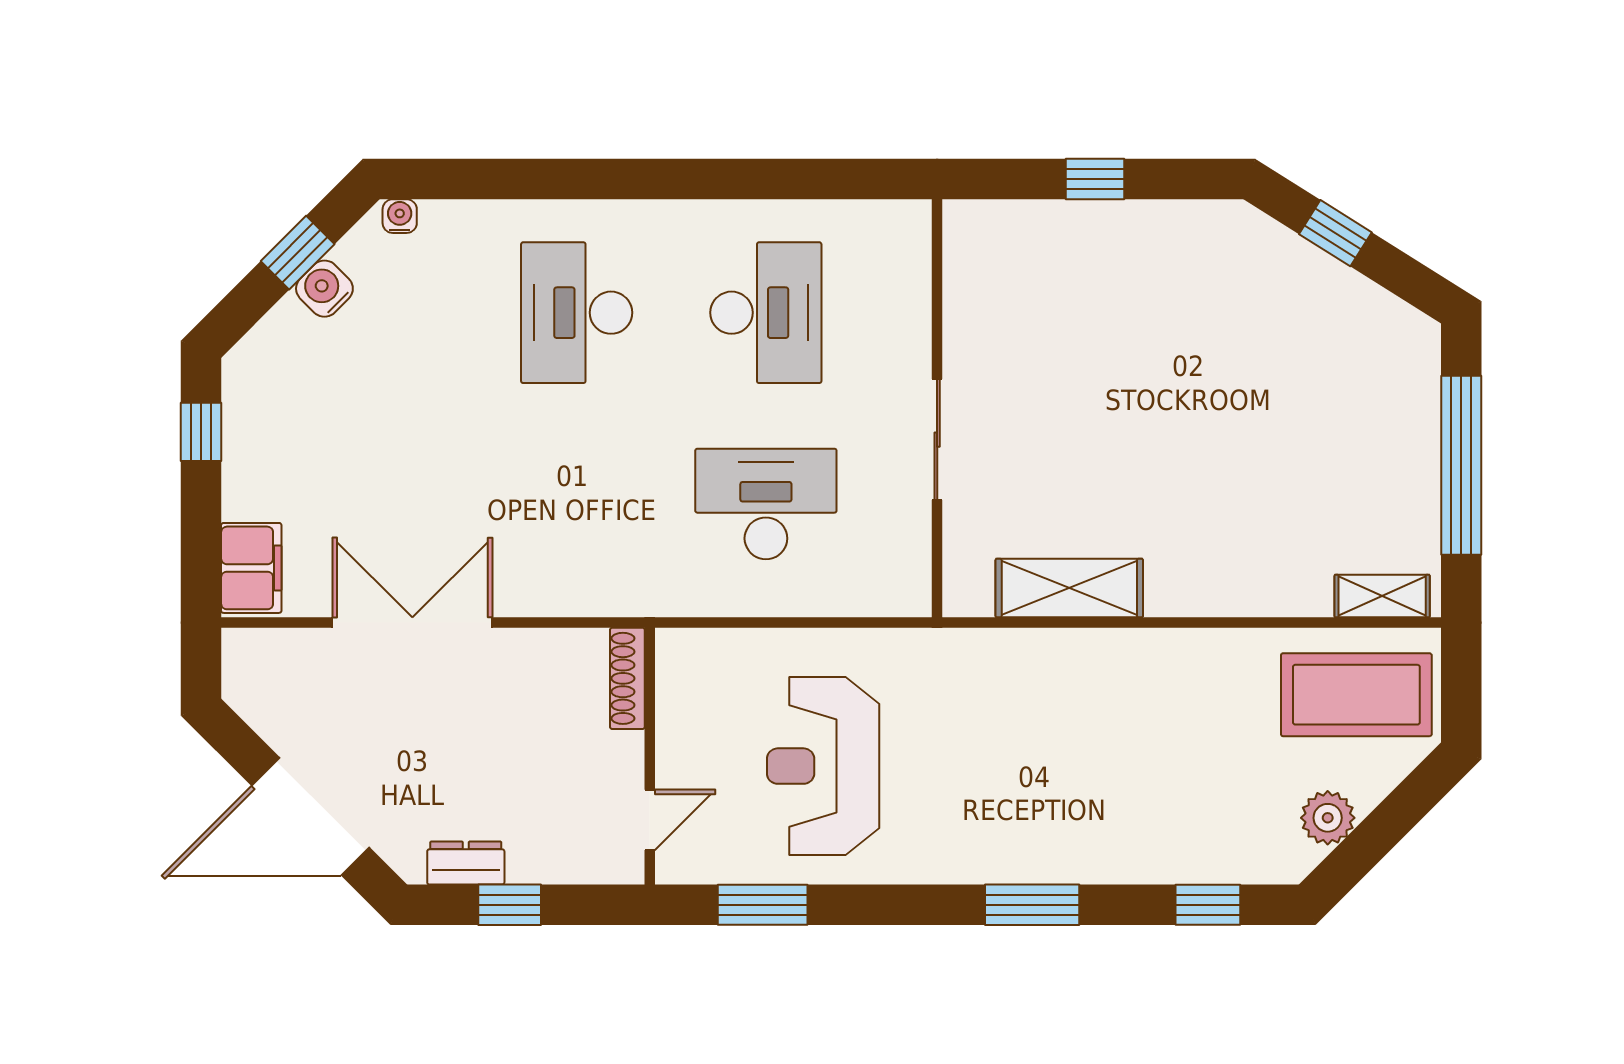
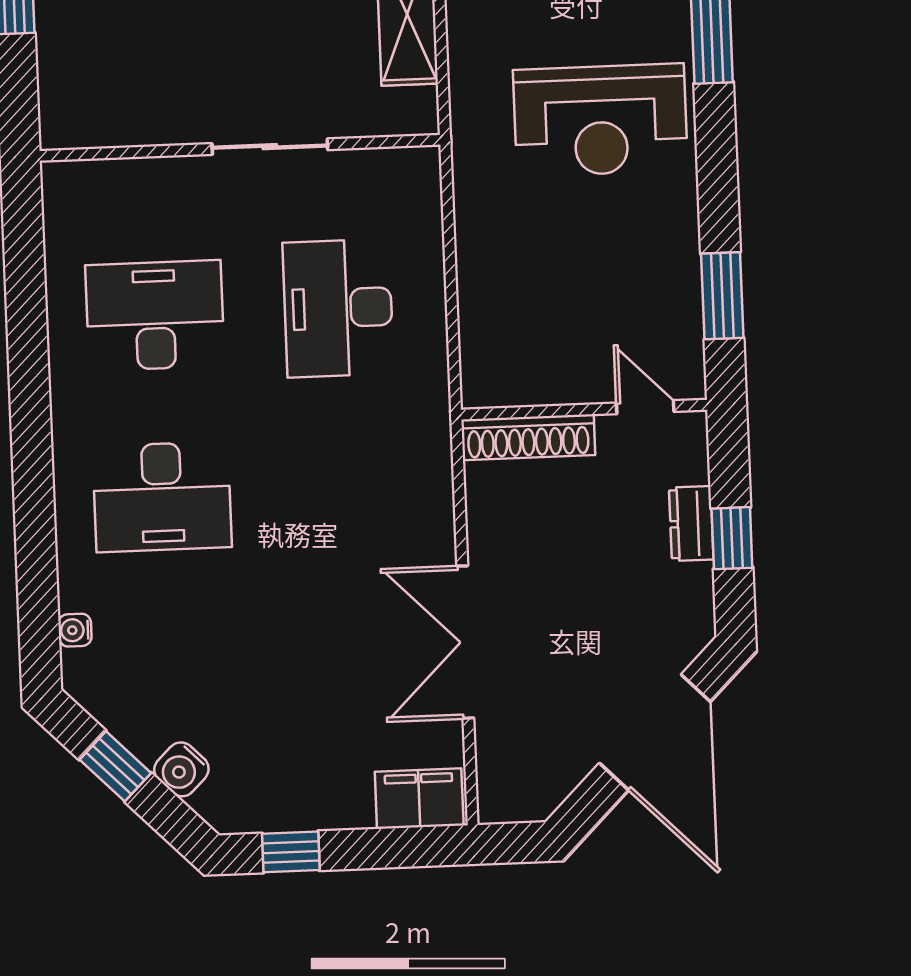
water cooler: (400, 216) -> (75, 630), moved
water cooler: (324, 289) -> (181, 769), moved
shoe rack: (627, 678) -> (528, 437), width x1.36, depth x1.24
reception desk: (823, 766) -> (600, 120), moved
dresser: (466, 863) -> (691, 524), moved

